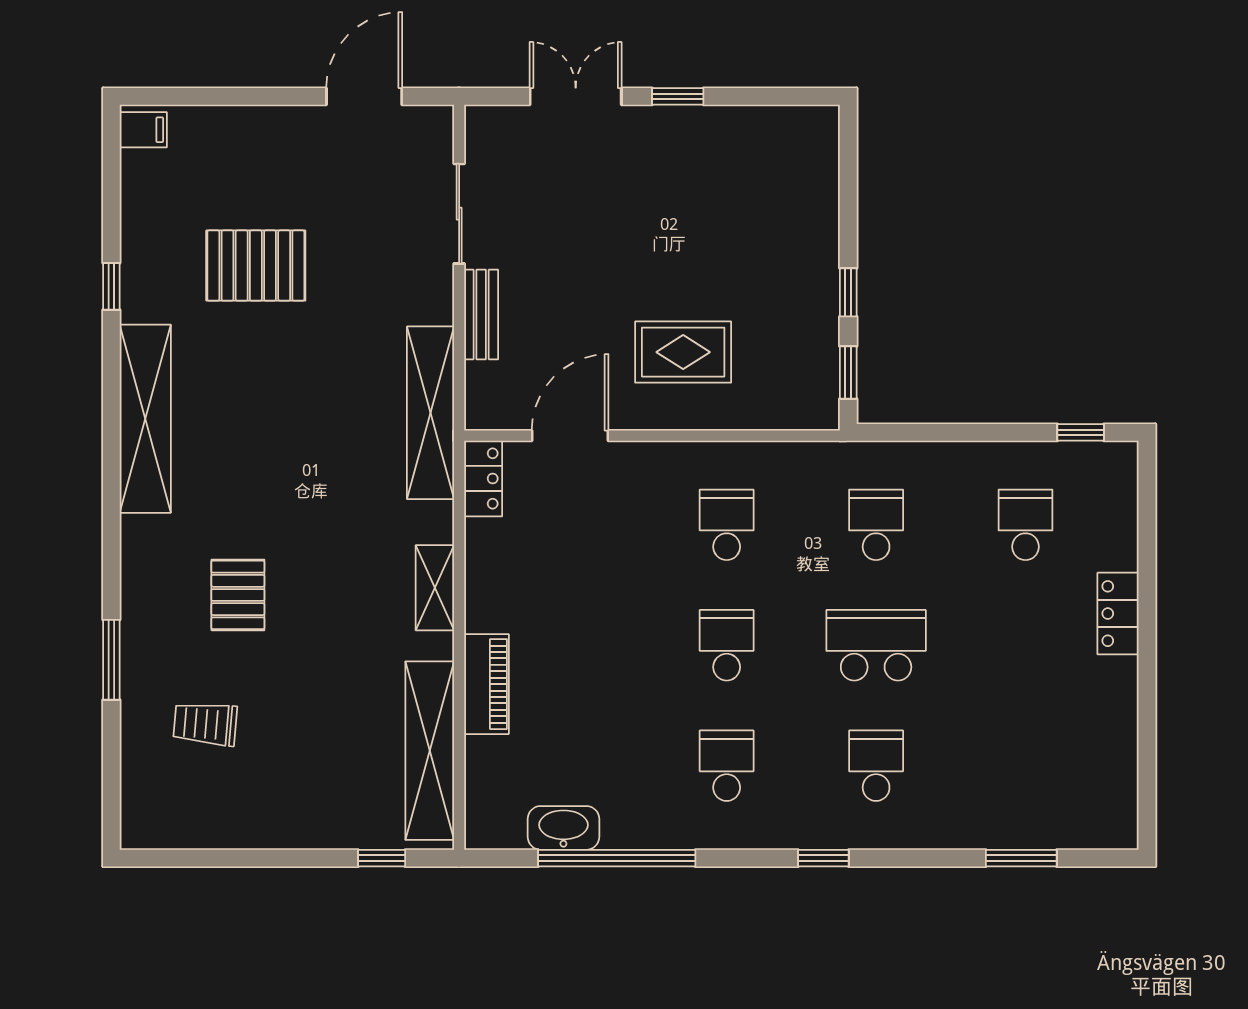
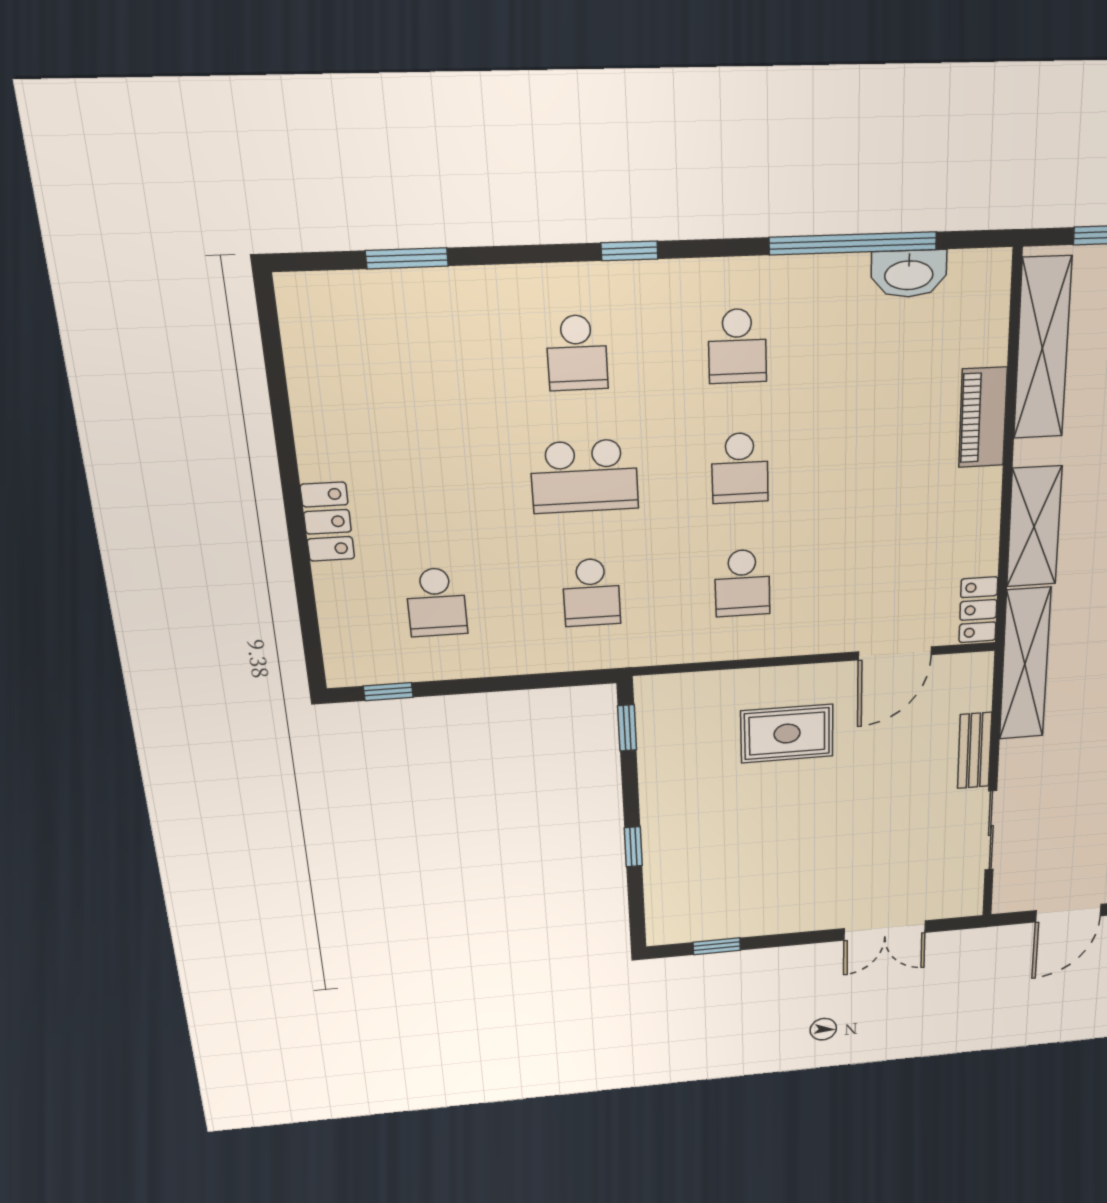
window: (678, 96) -> (717, 946), moved
window: (848, 292) -> (633, 847), moved
shelving: (435, 588) -> (1034, 527), width x1.50, depth x1.33

